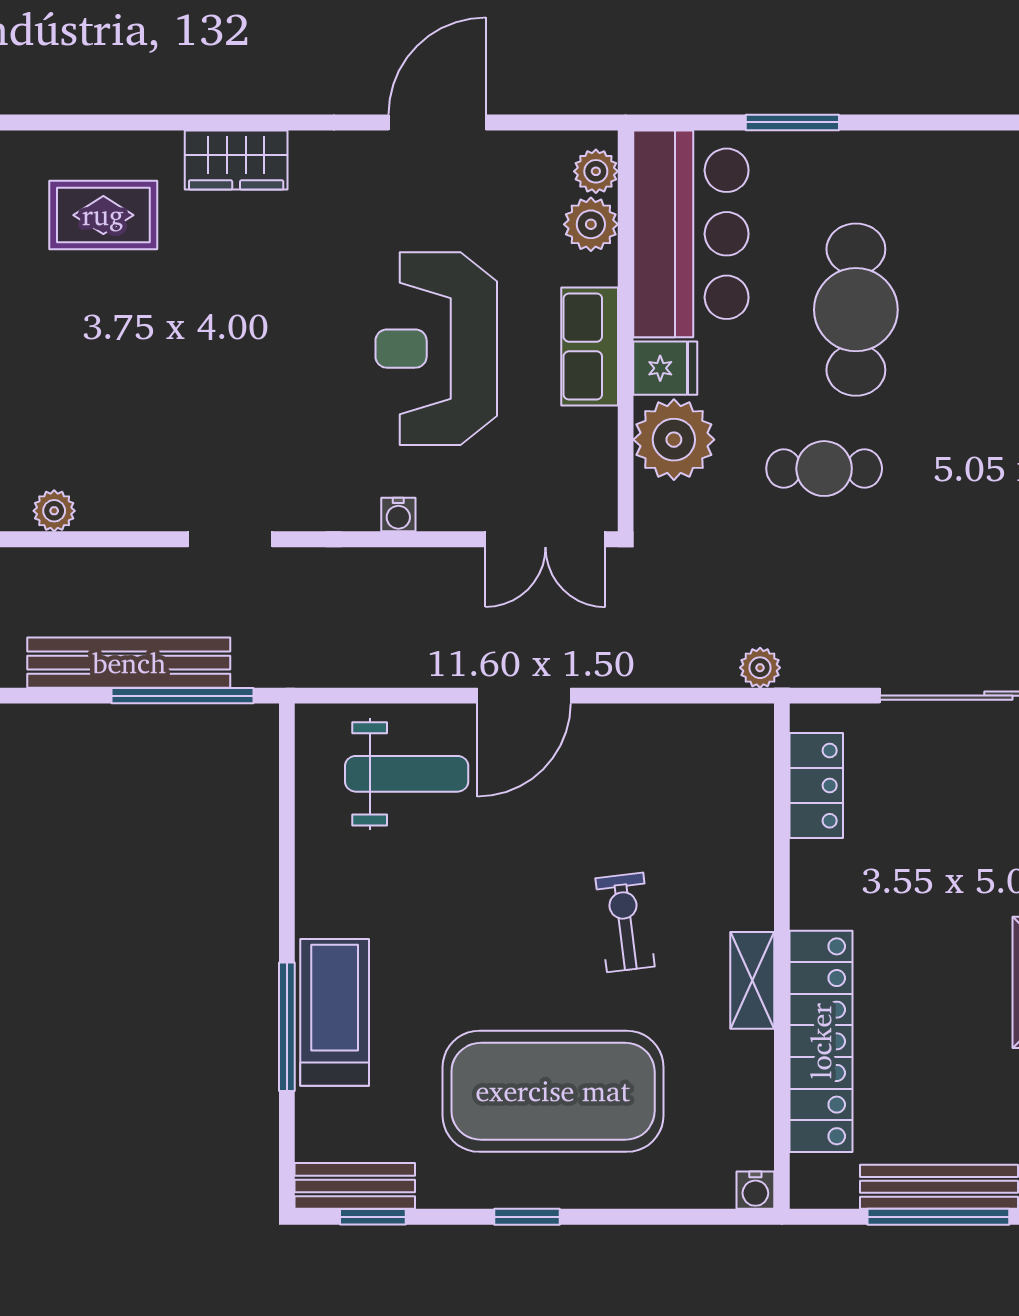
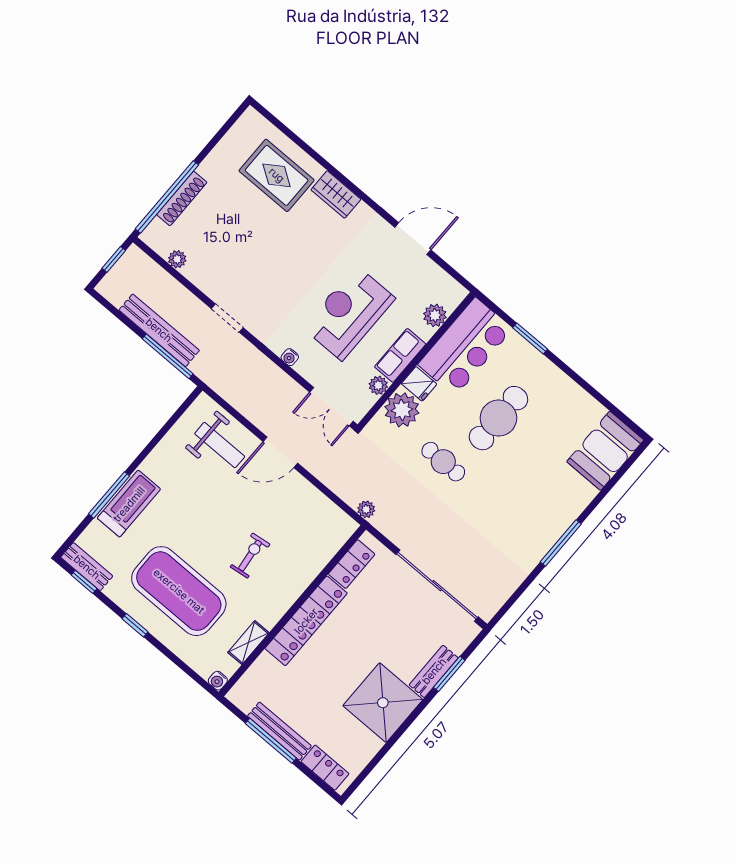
plant: (596, 171) -> (378, 385), moved
rug: (103, 215) -> (277, 175), width x1.36, depth x1.43
shelving: (752, 980) -> (248, 643), moved
locker: (821, 1041) -> (306, 621), moved

